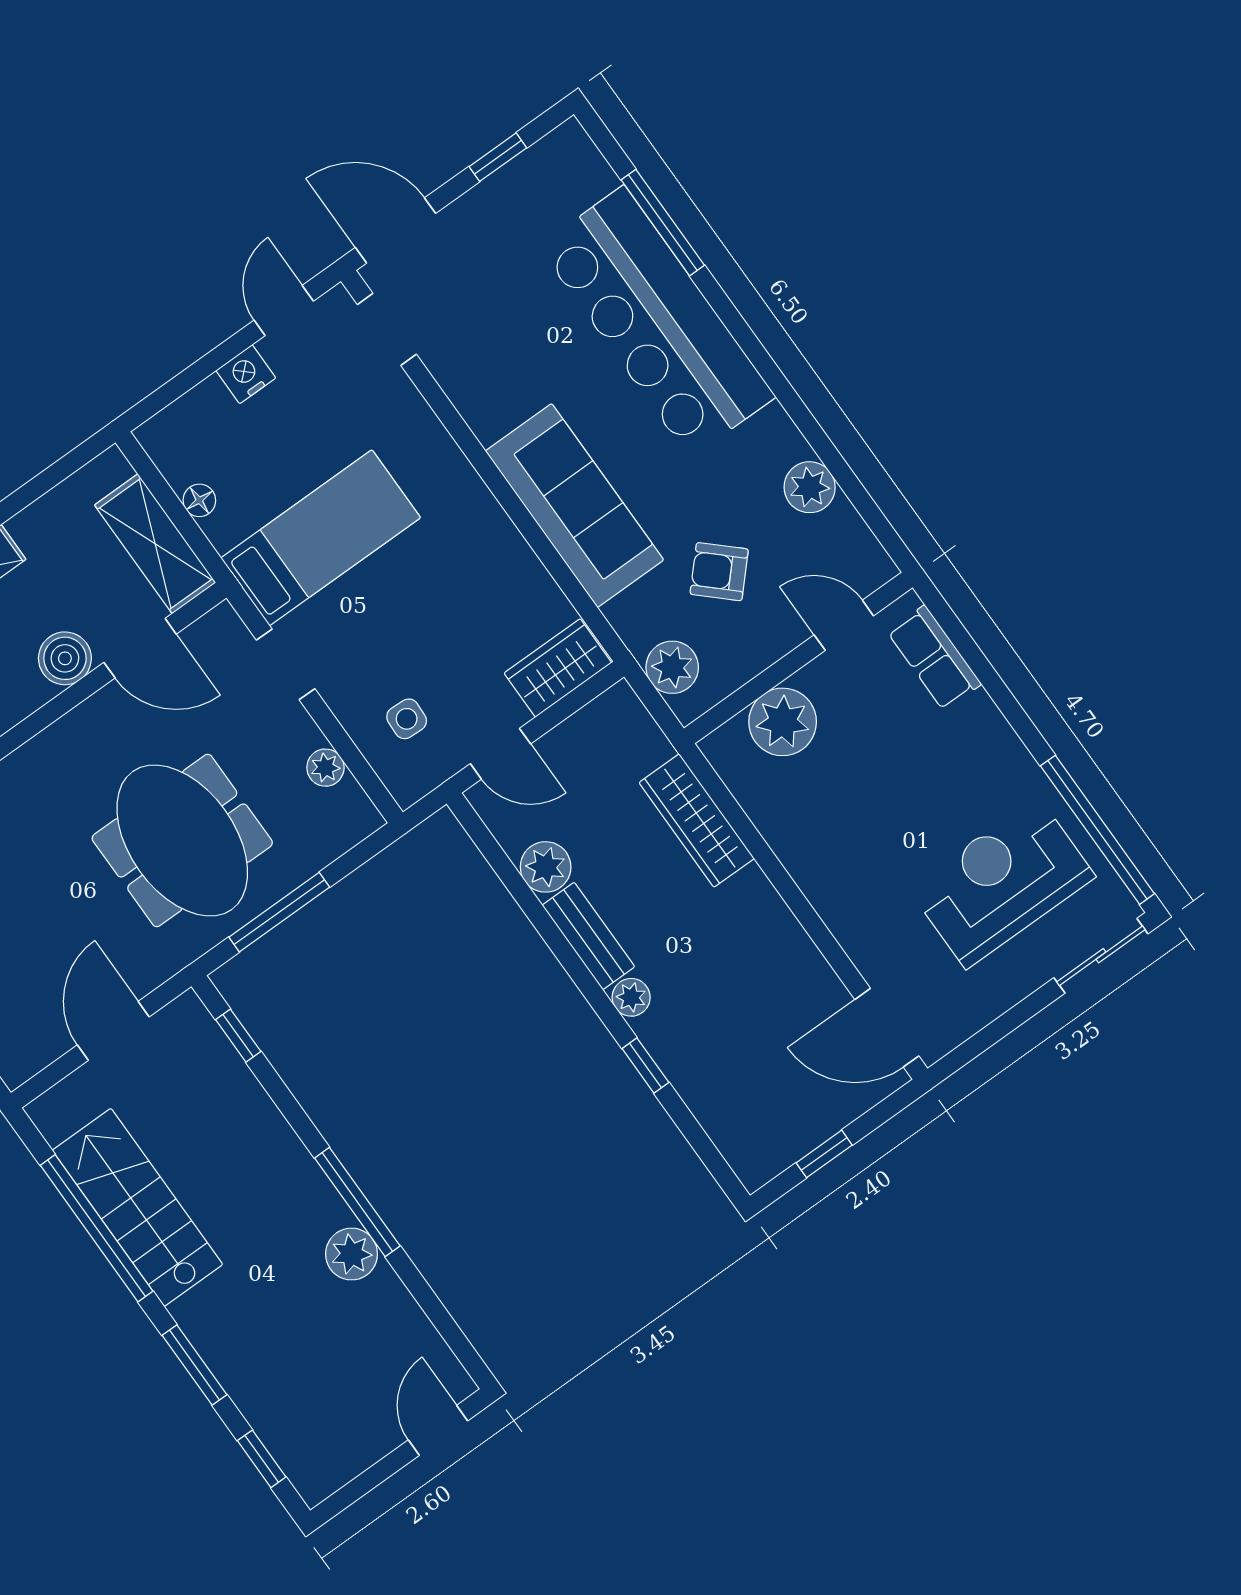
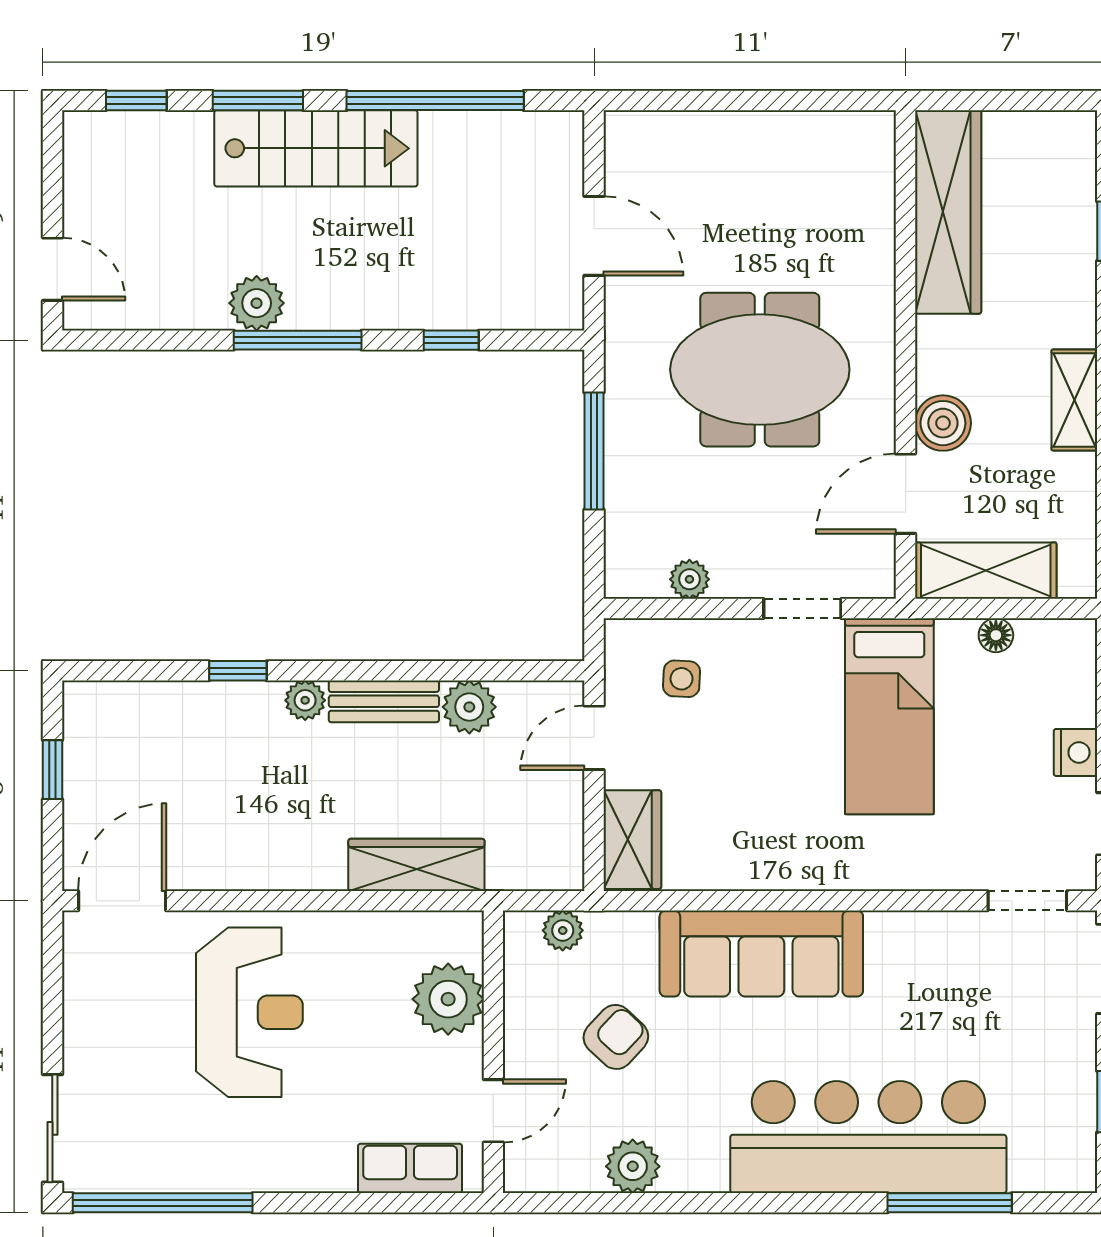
plant: (672, 667) -> (563, 930), width x0.73, depth x0.73
meeting table: (182, 841) -> (760, 370), moved
reception desk: (1002, 883) -> (249, 1012), moved
window: (238, 1036) -> (451, 340), moved
stairs: (137, 1207) -> (316, 148), moved

